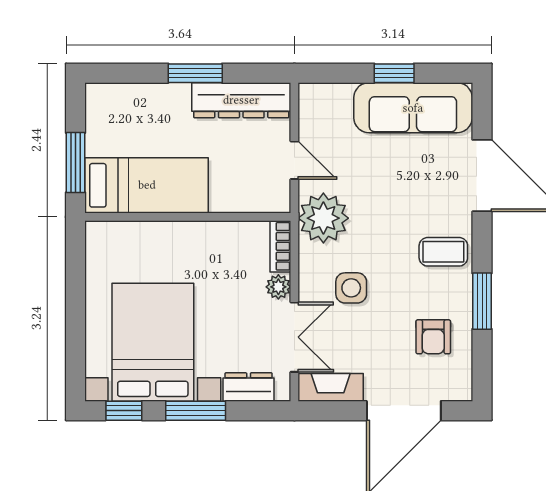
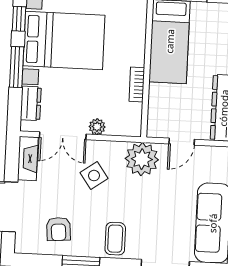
bookcase: (280, 246) -> (137, 84), moved, turned -90
side table: (351, 288) -> (94, 176), turned -35
armchair: (433, 337) -> (58, 229), turned -95

